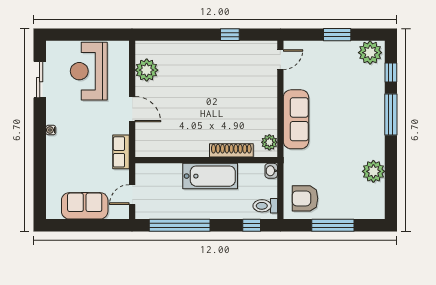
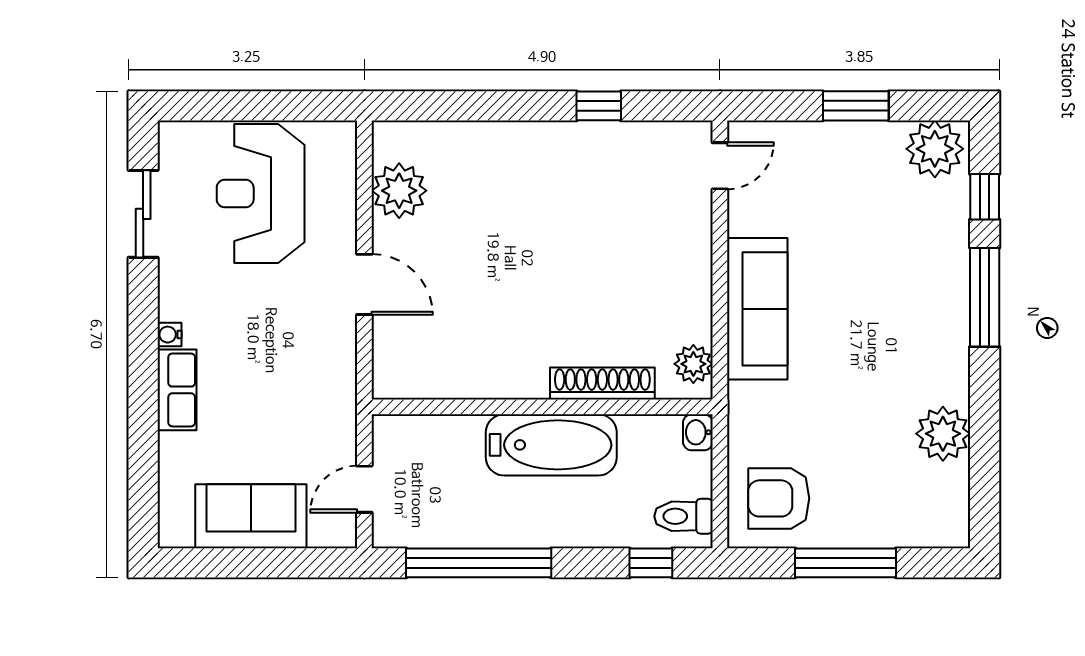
row of seats: (121, 152) -> (177, 390), moved, turned 180

